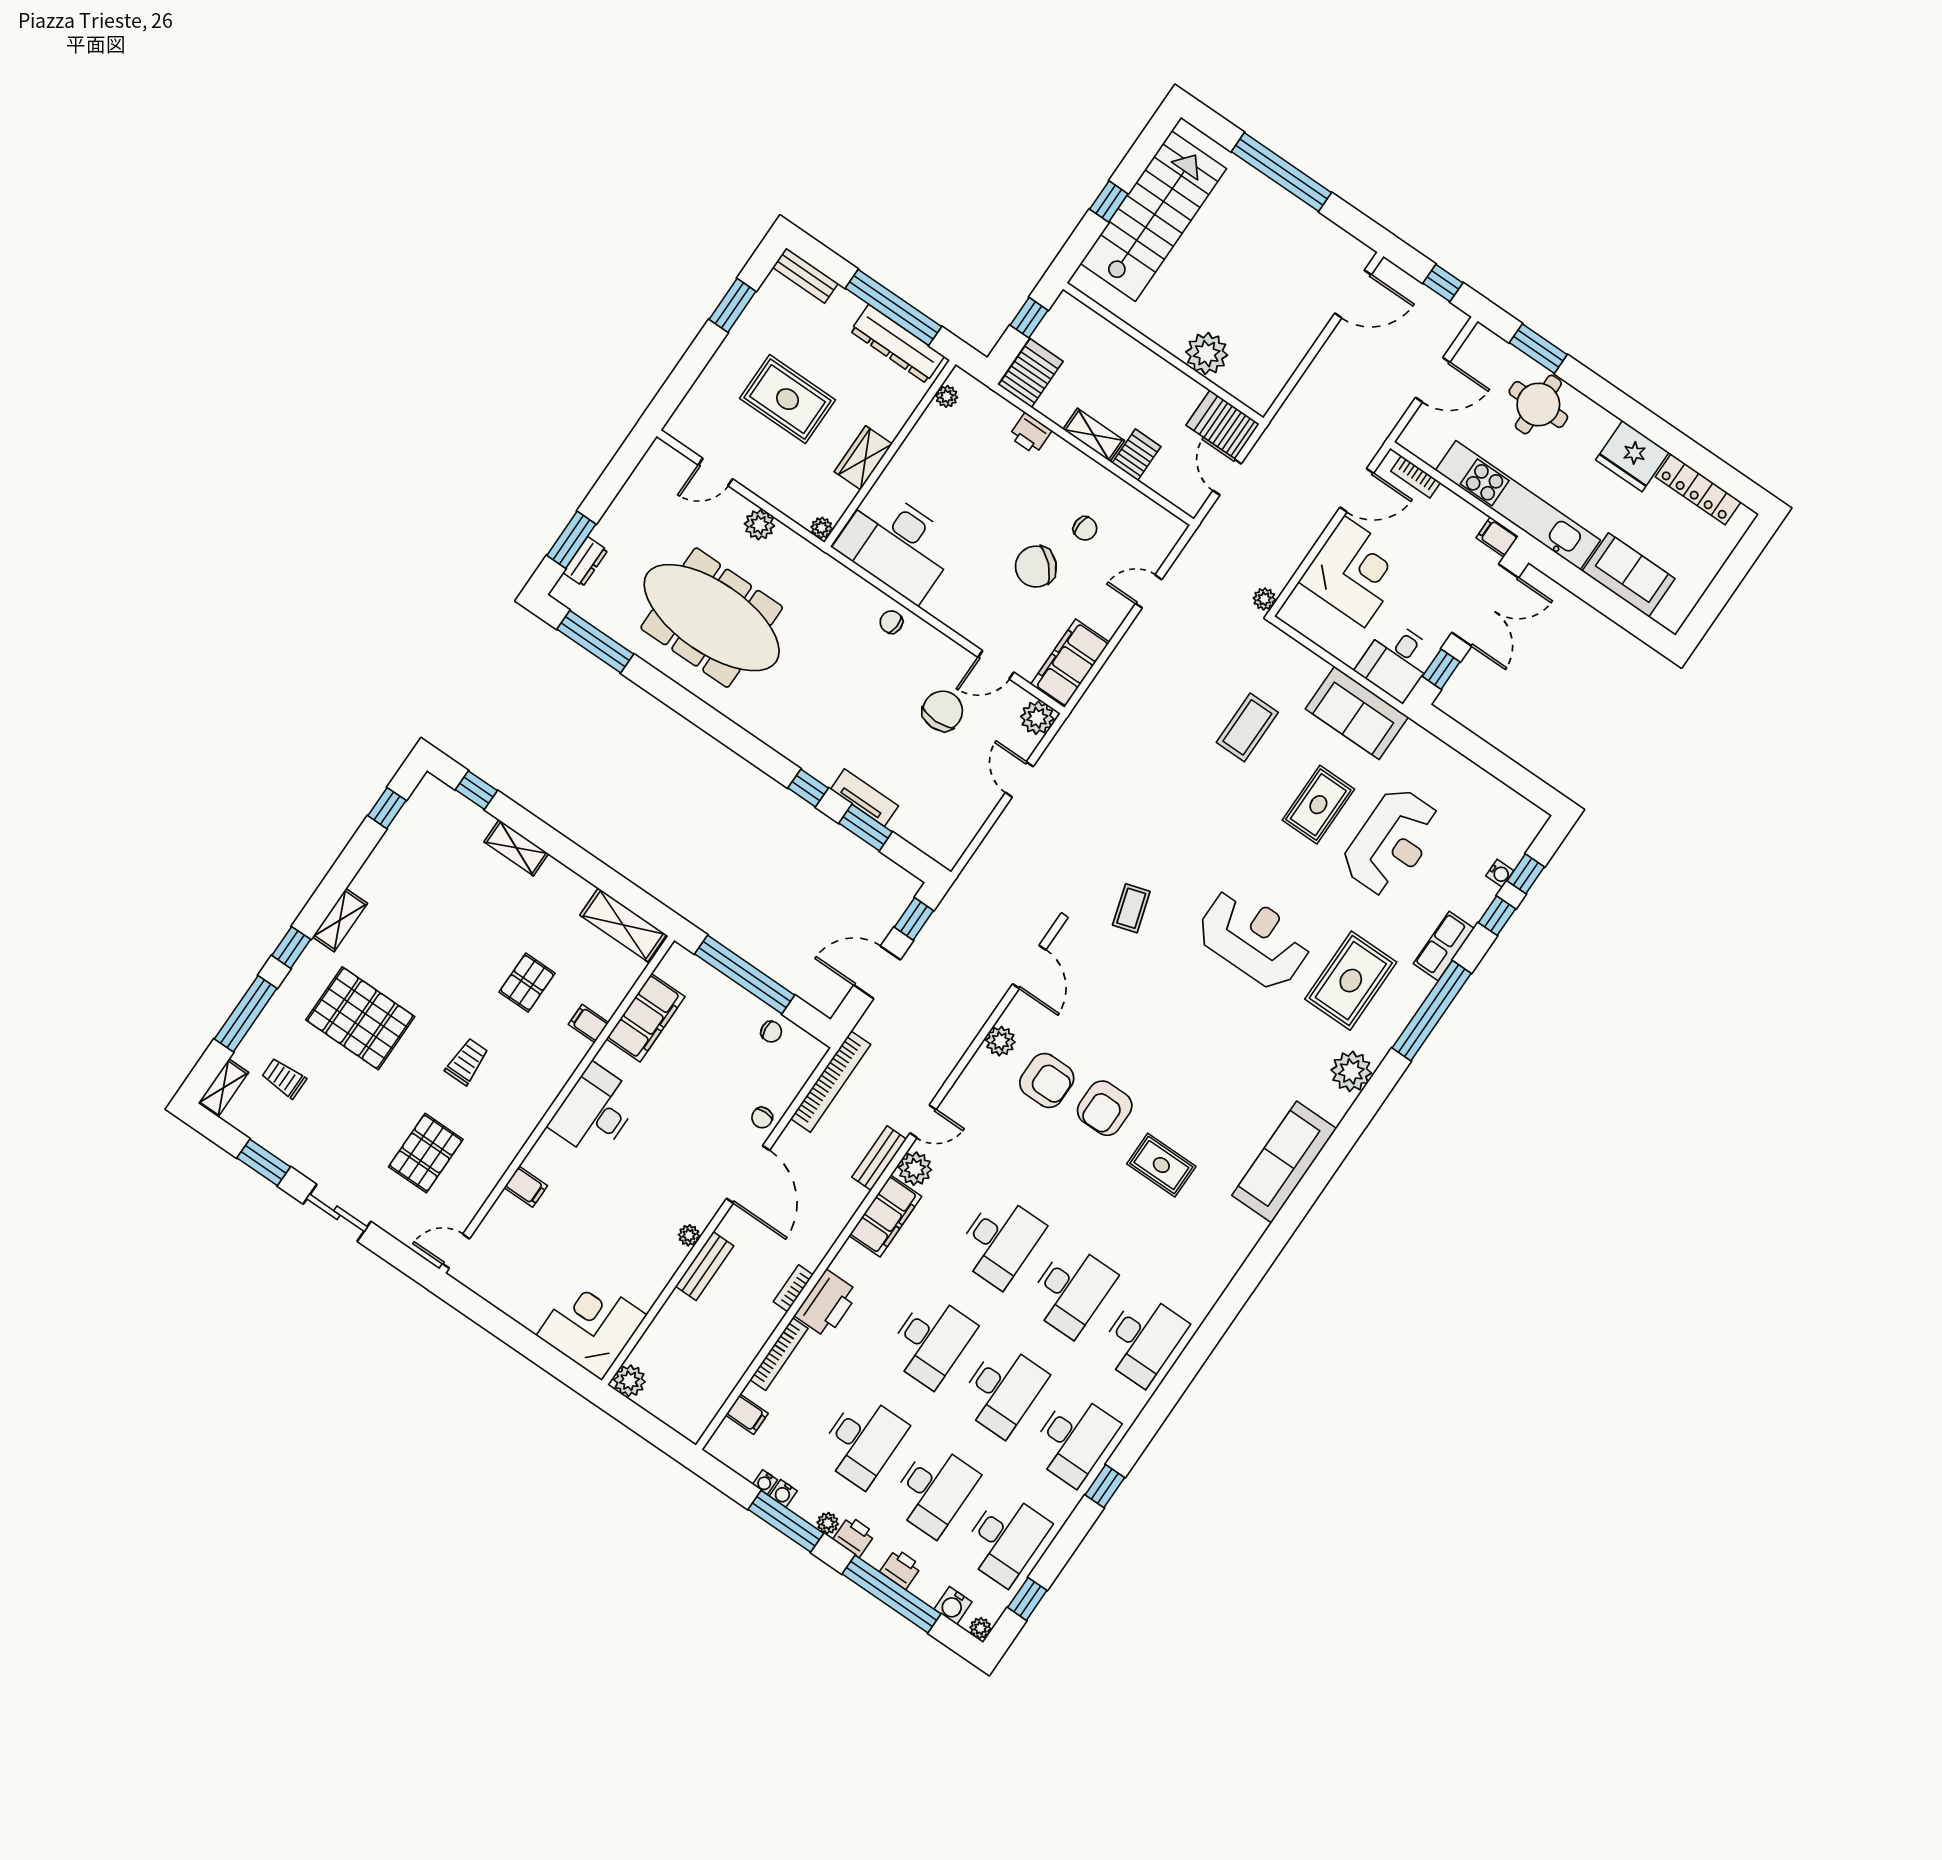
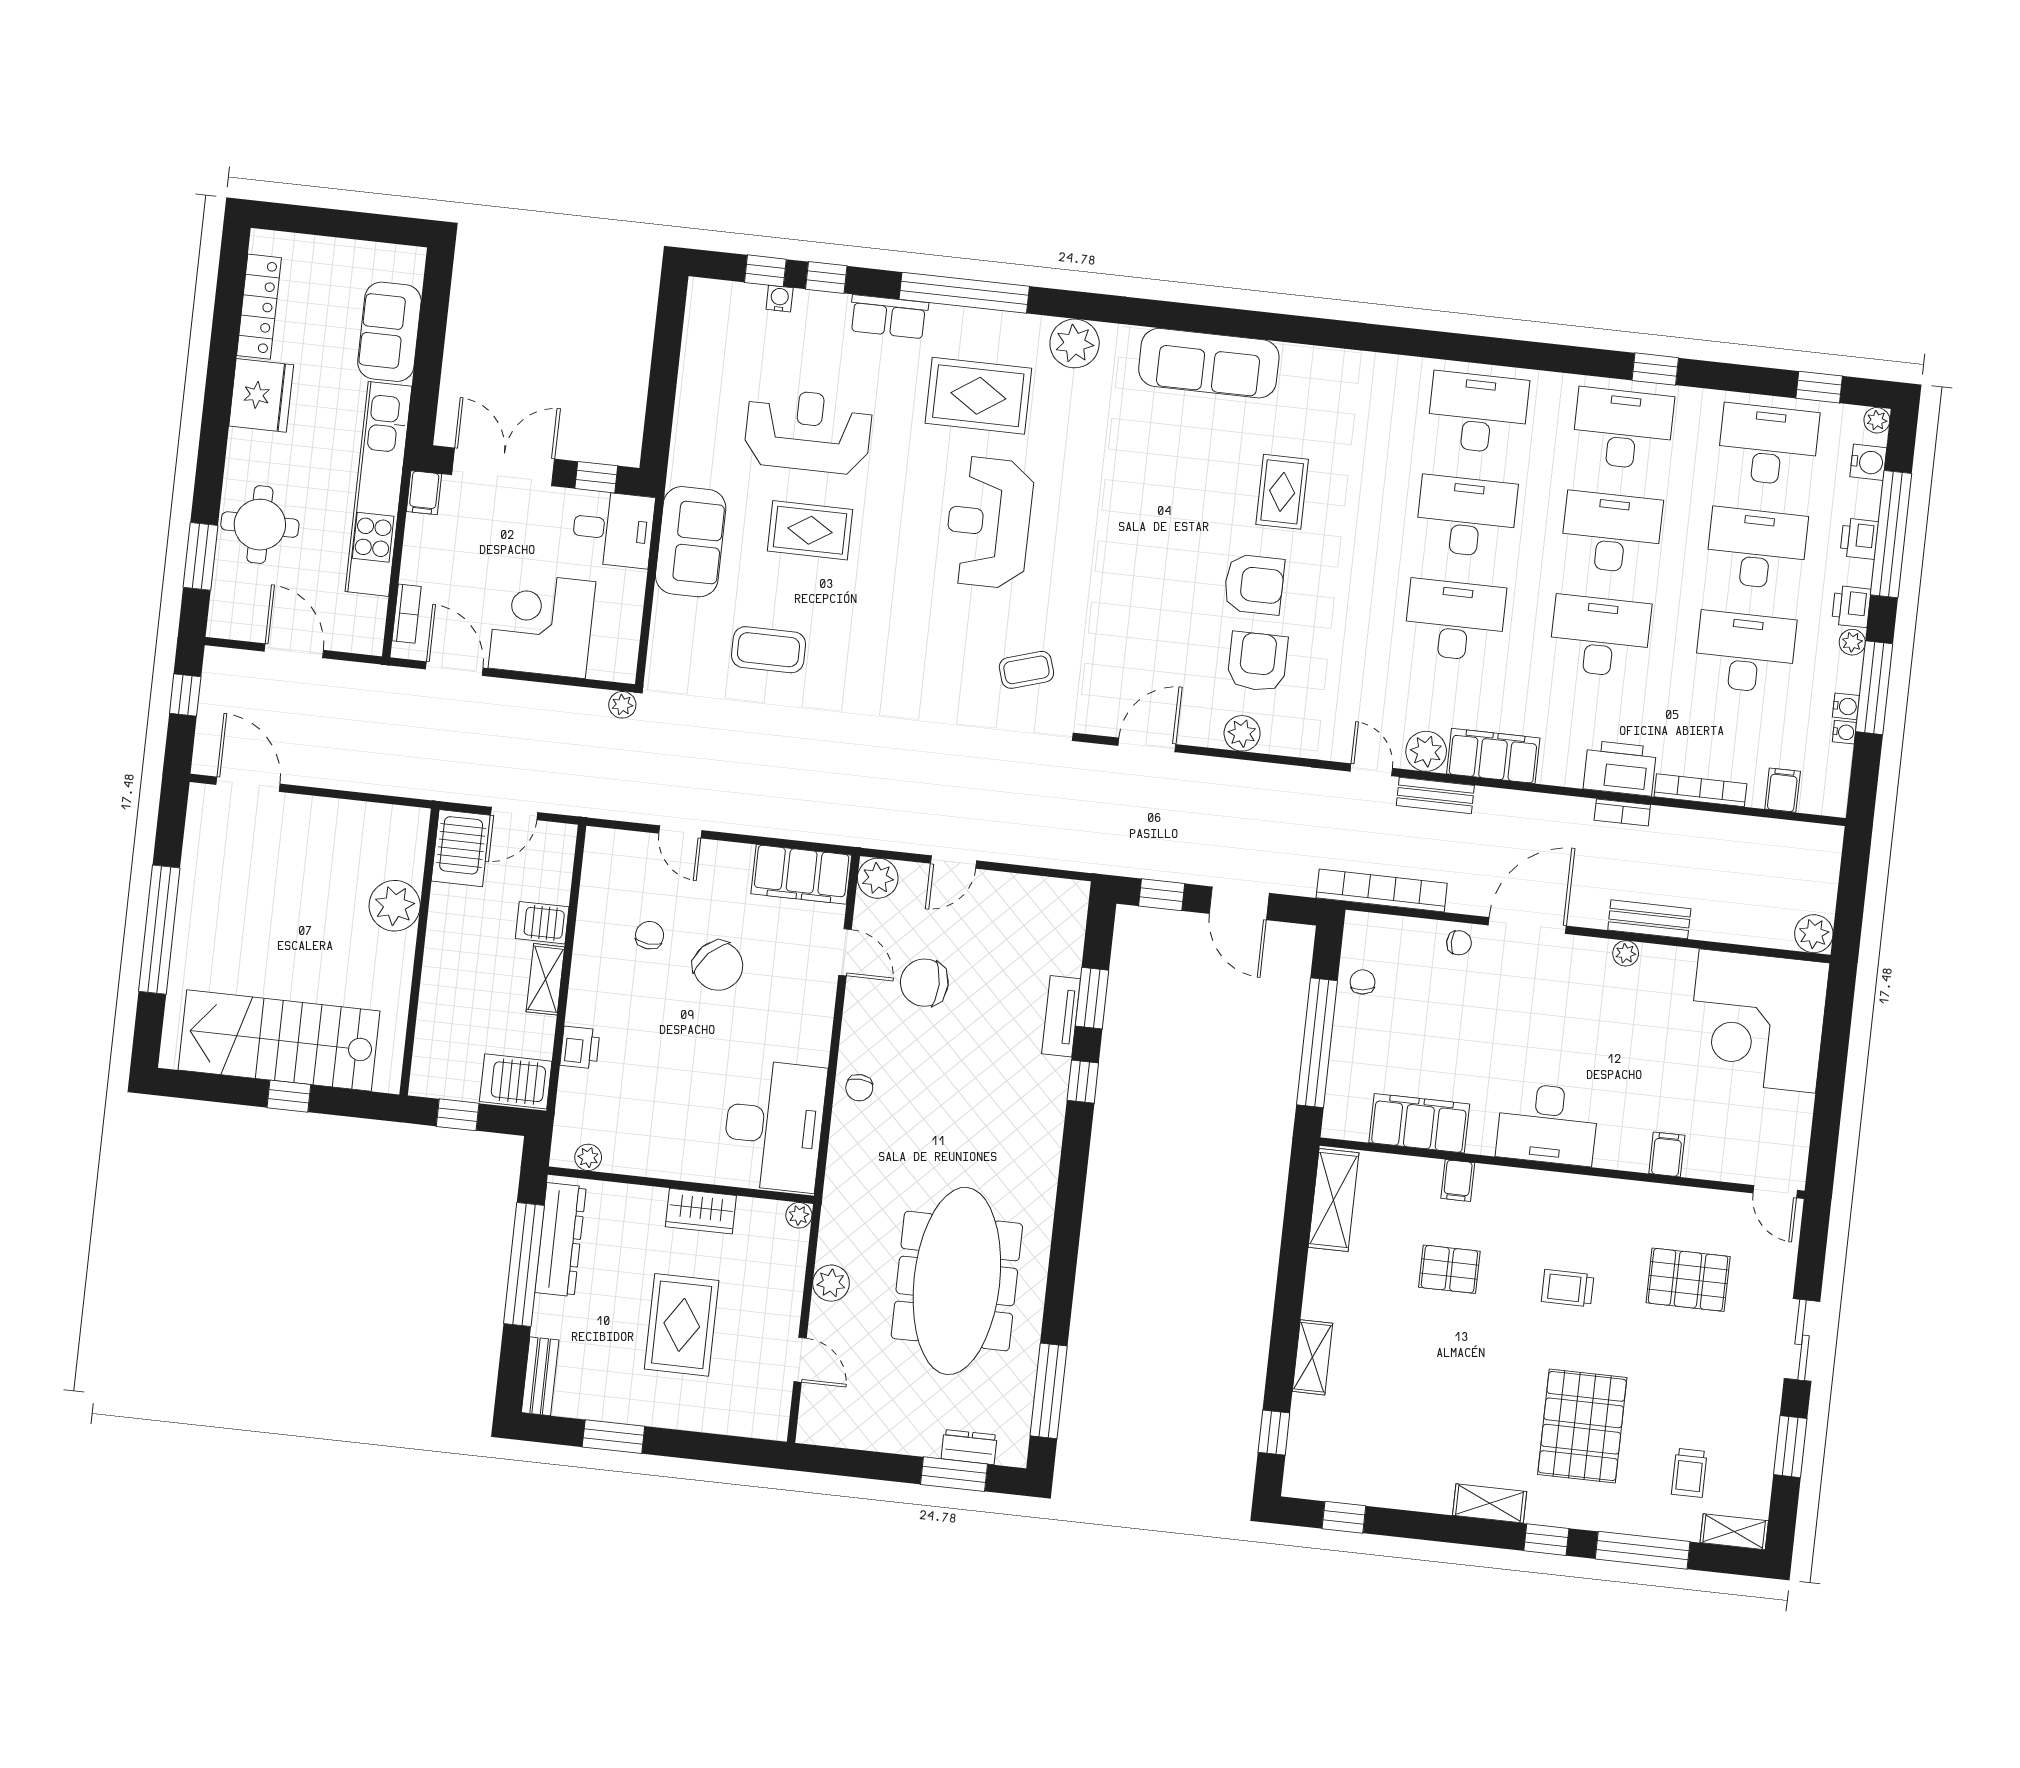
corner desk: (592, 1325) -> (1757, 1021), width x1.36, depth x1.36

